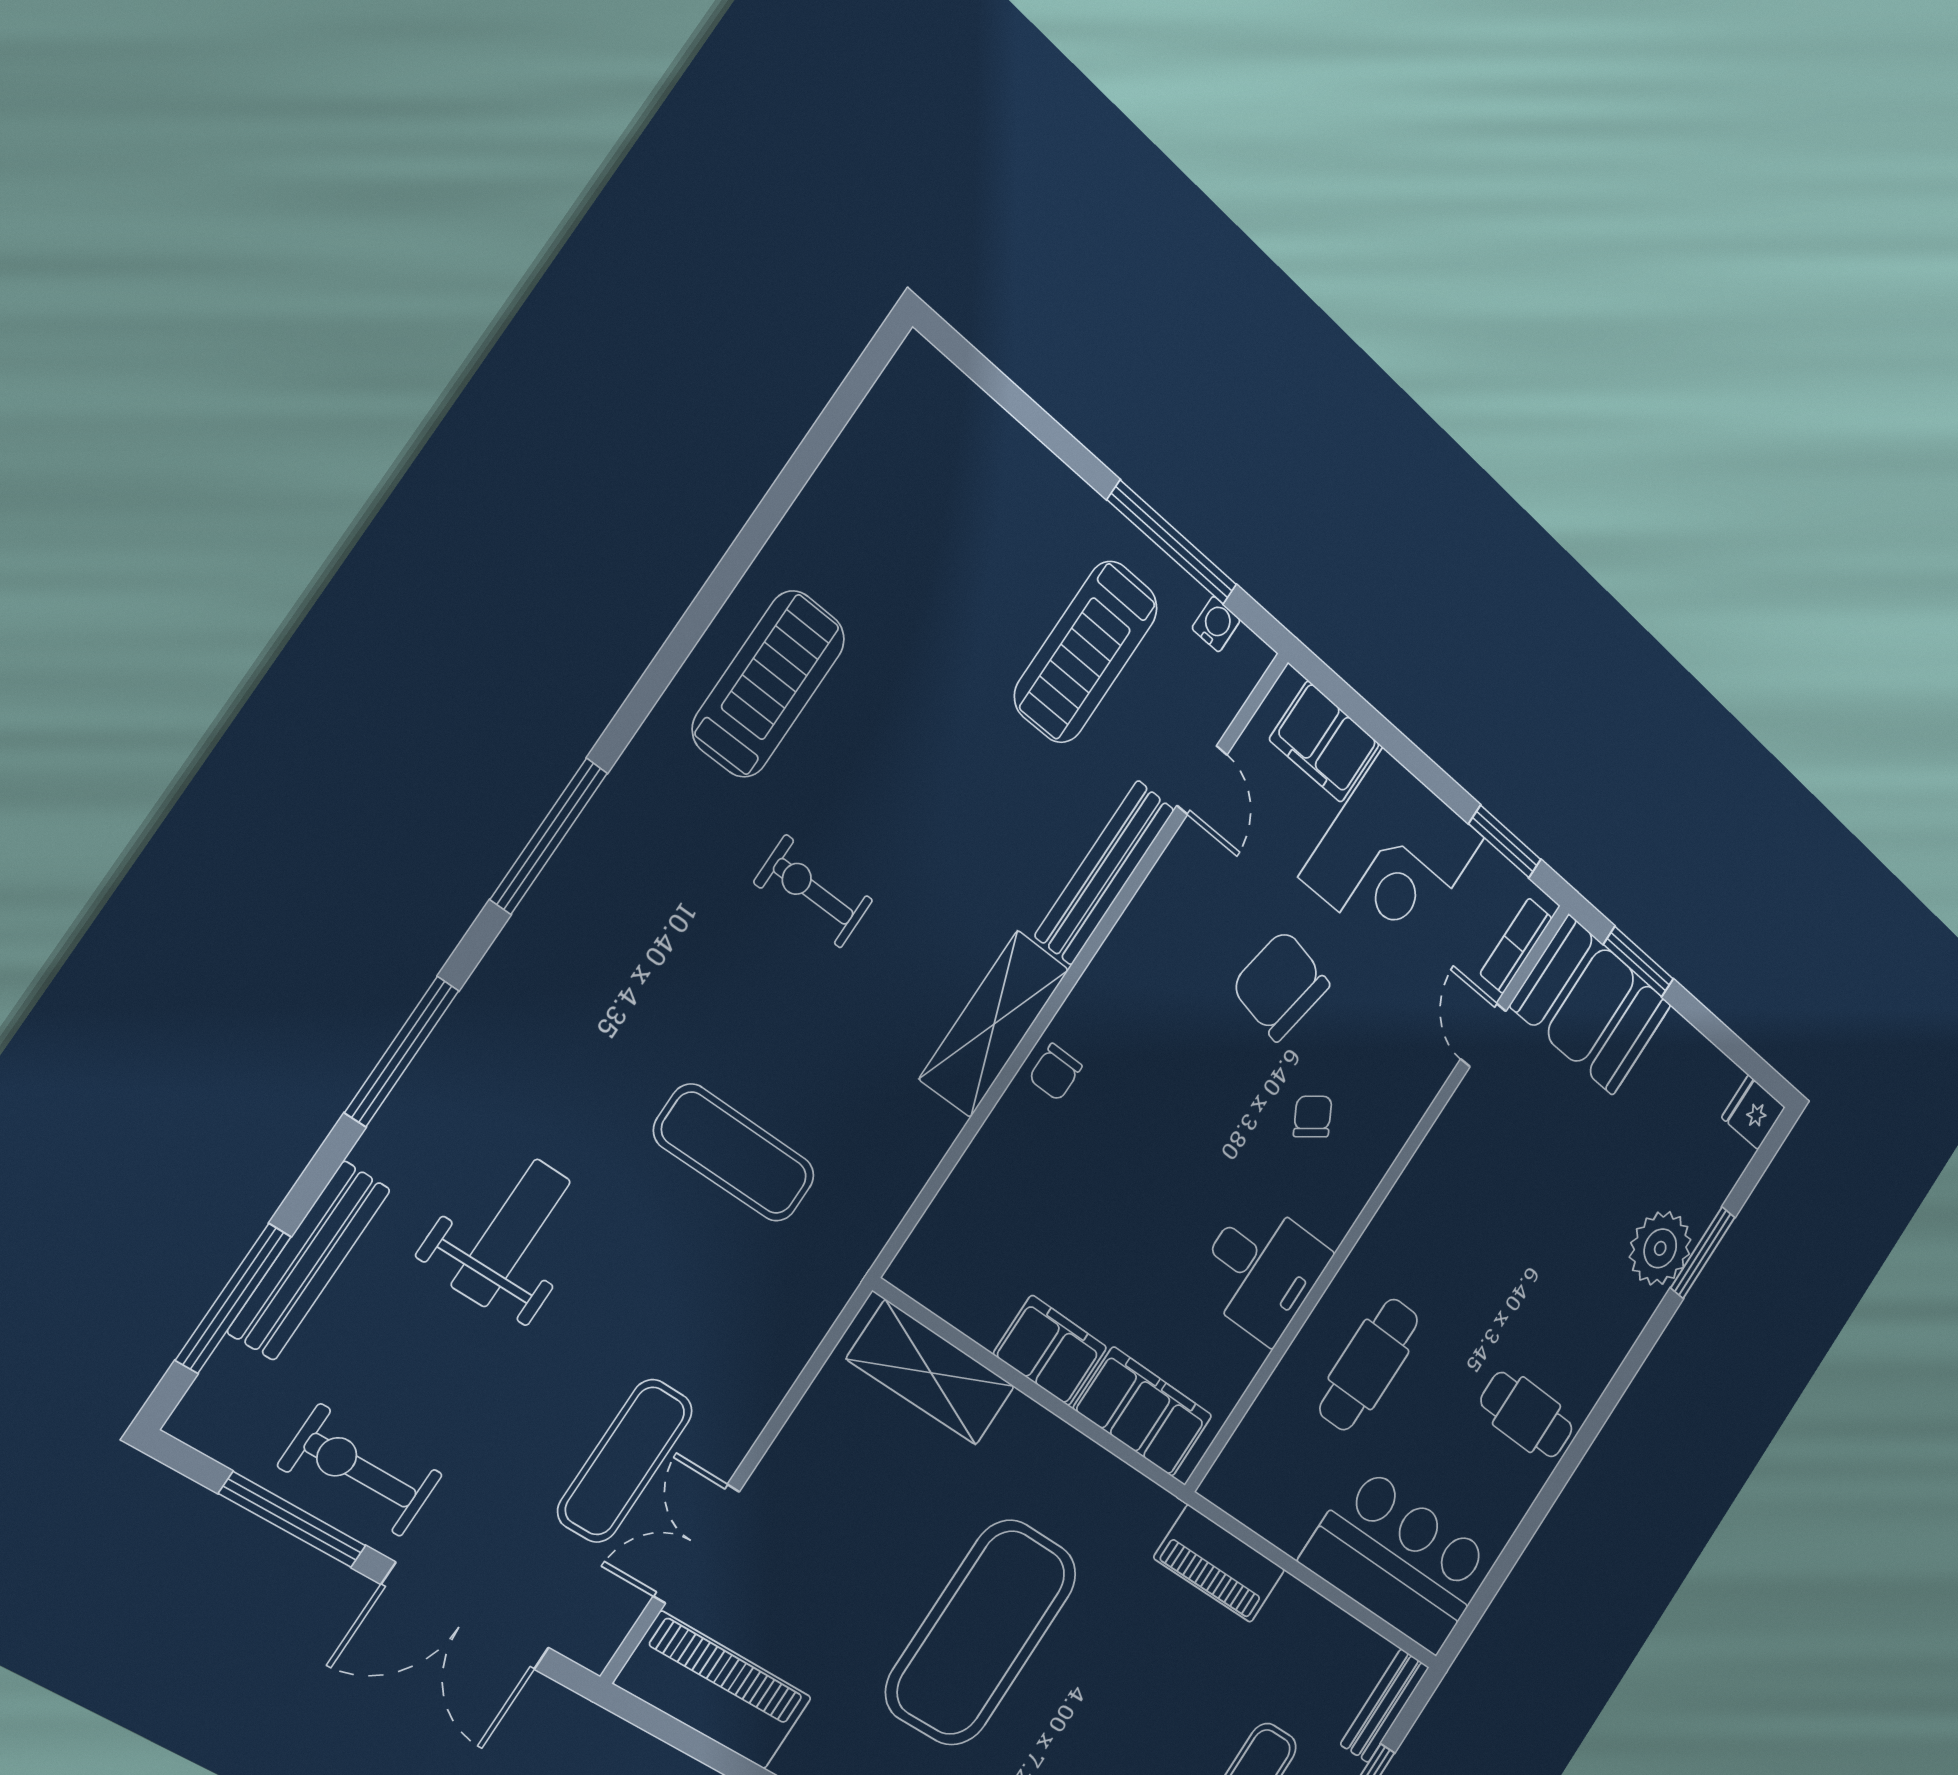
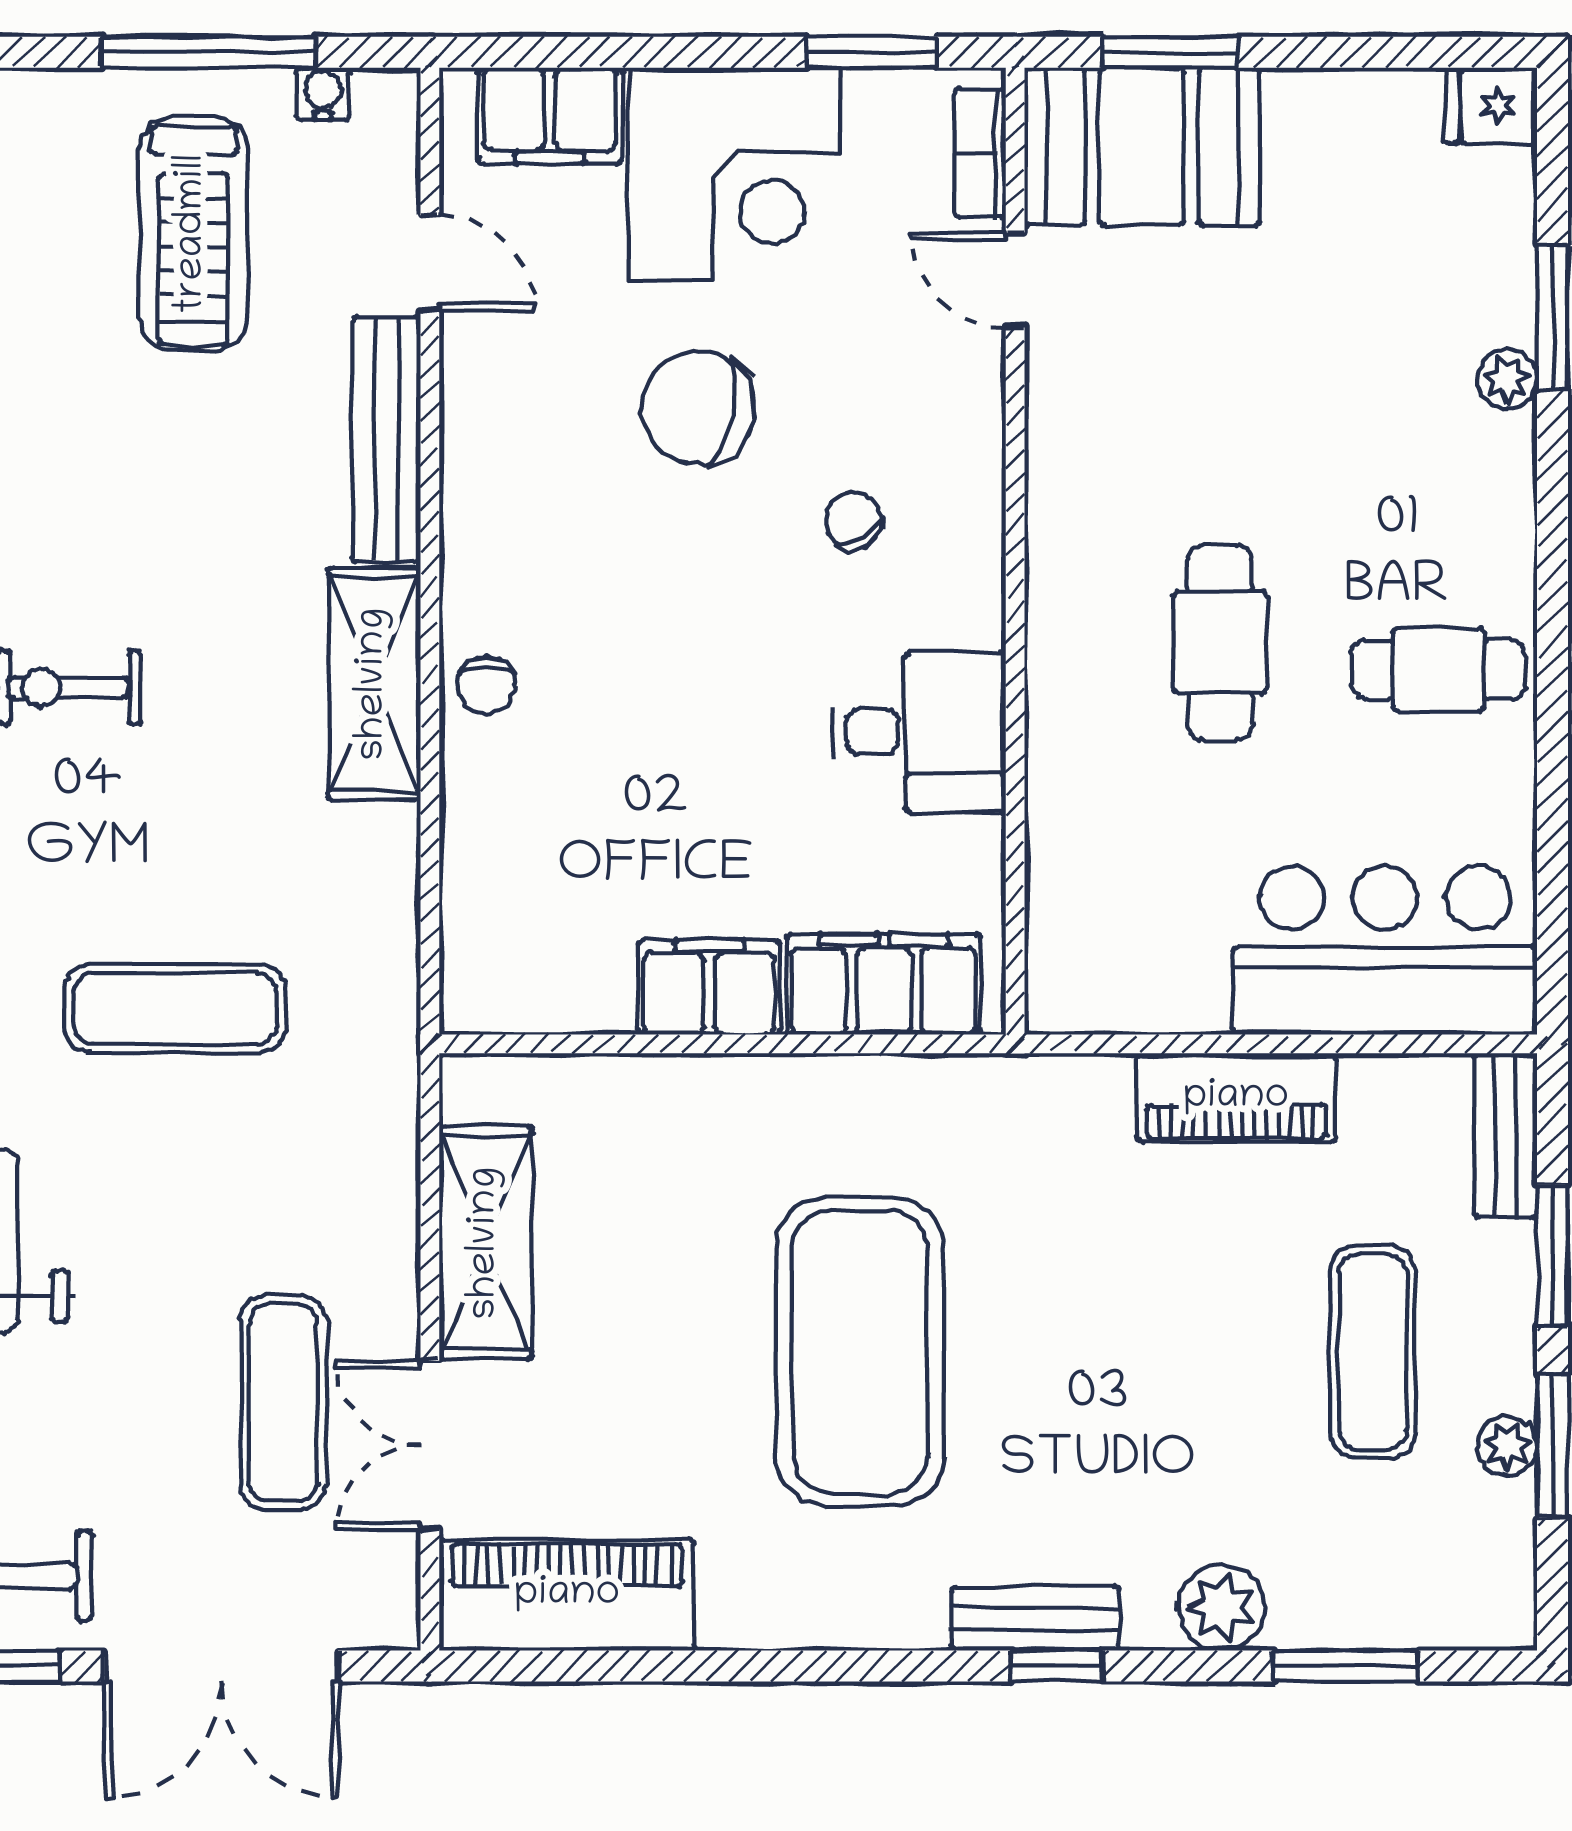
plant: (1660, 1248) -> (1507, 379), width x0.53, depth x0.53
cafe table: (1369, 1365) -> (1220, 642), moved
shelving: (931, 1373) -> (486, 1243), moved, turned 90
piano: (1220, 1564) -> (1236, 1098), moved

